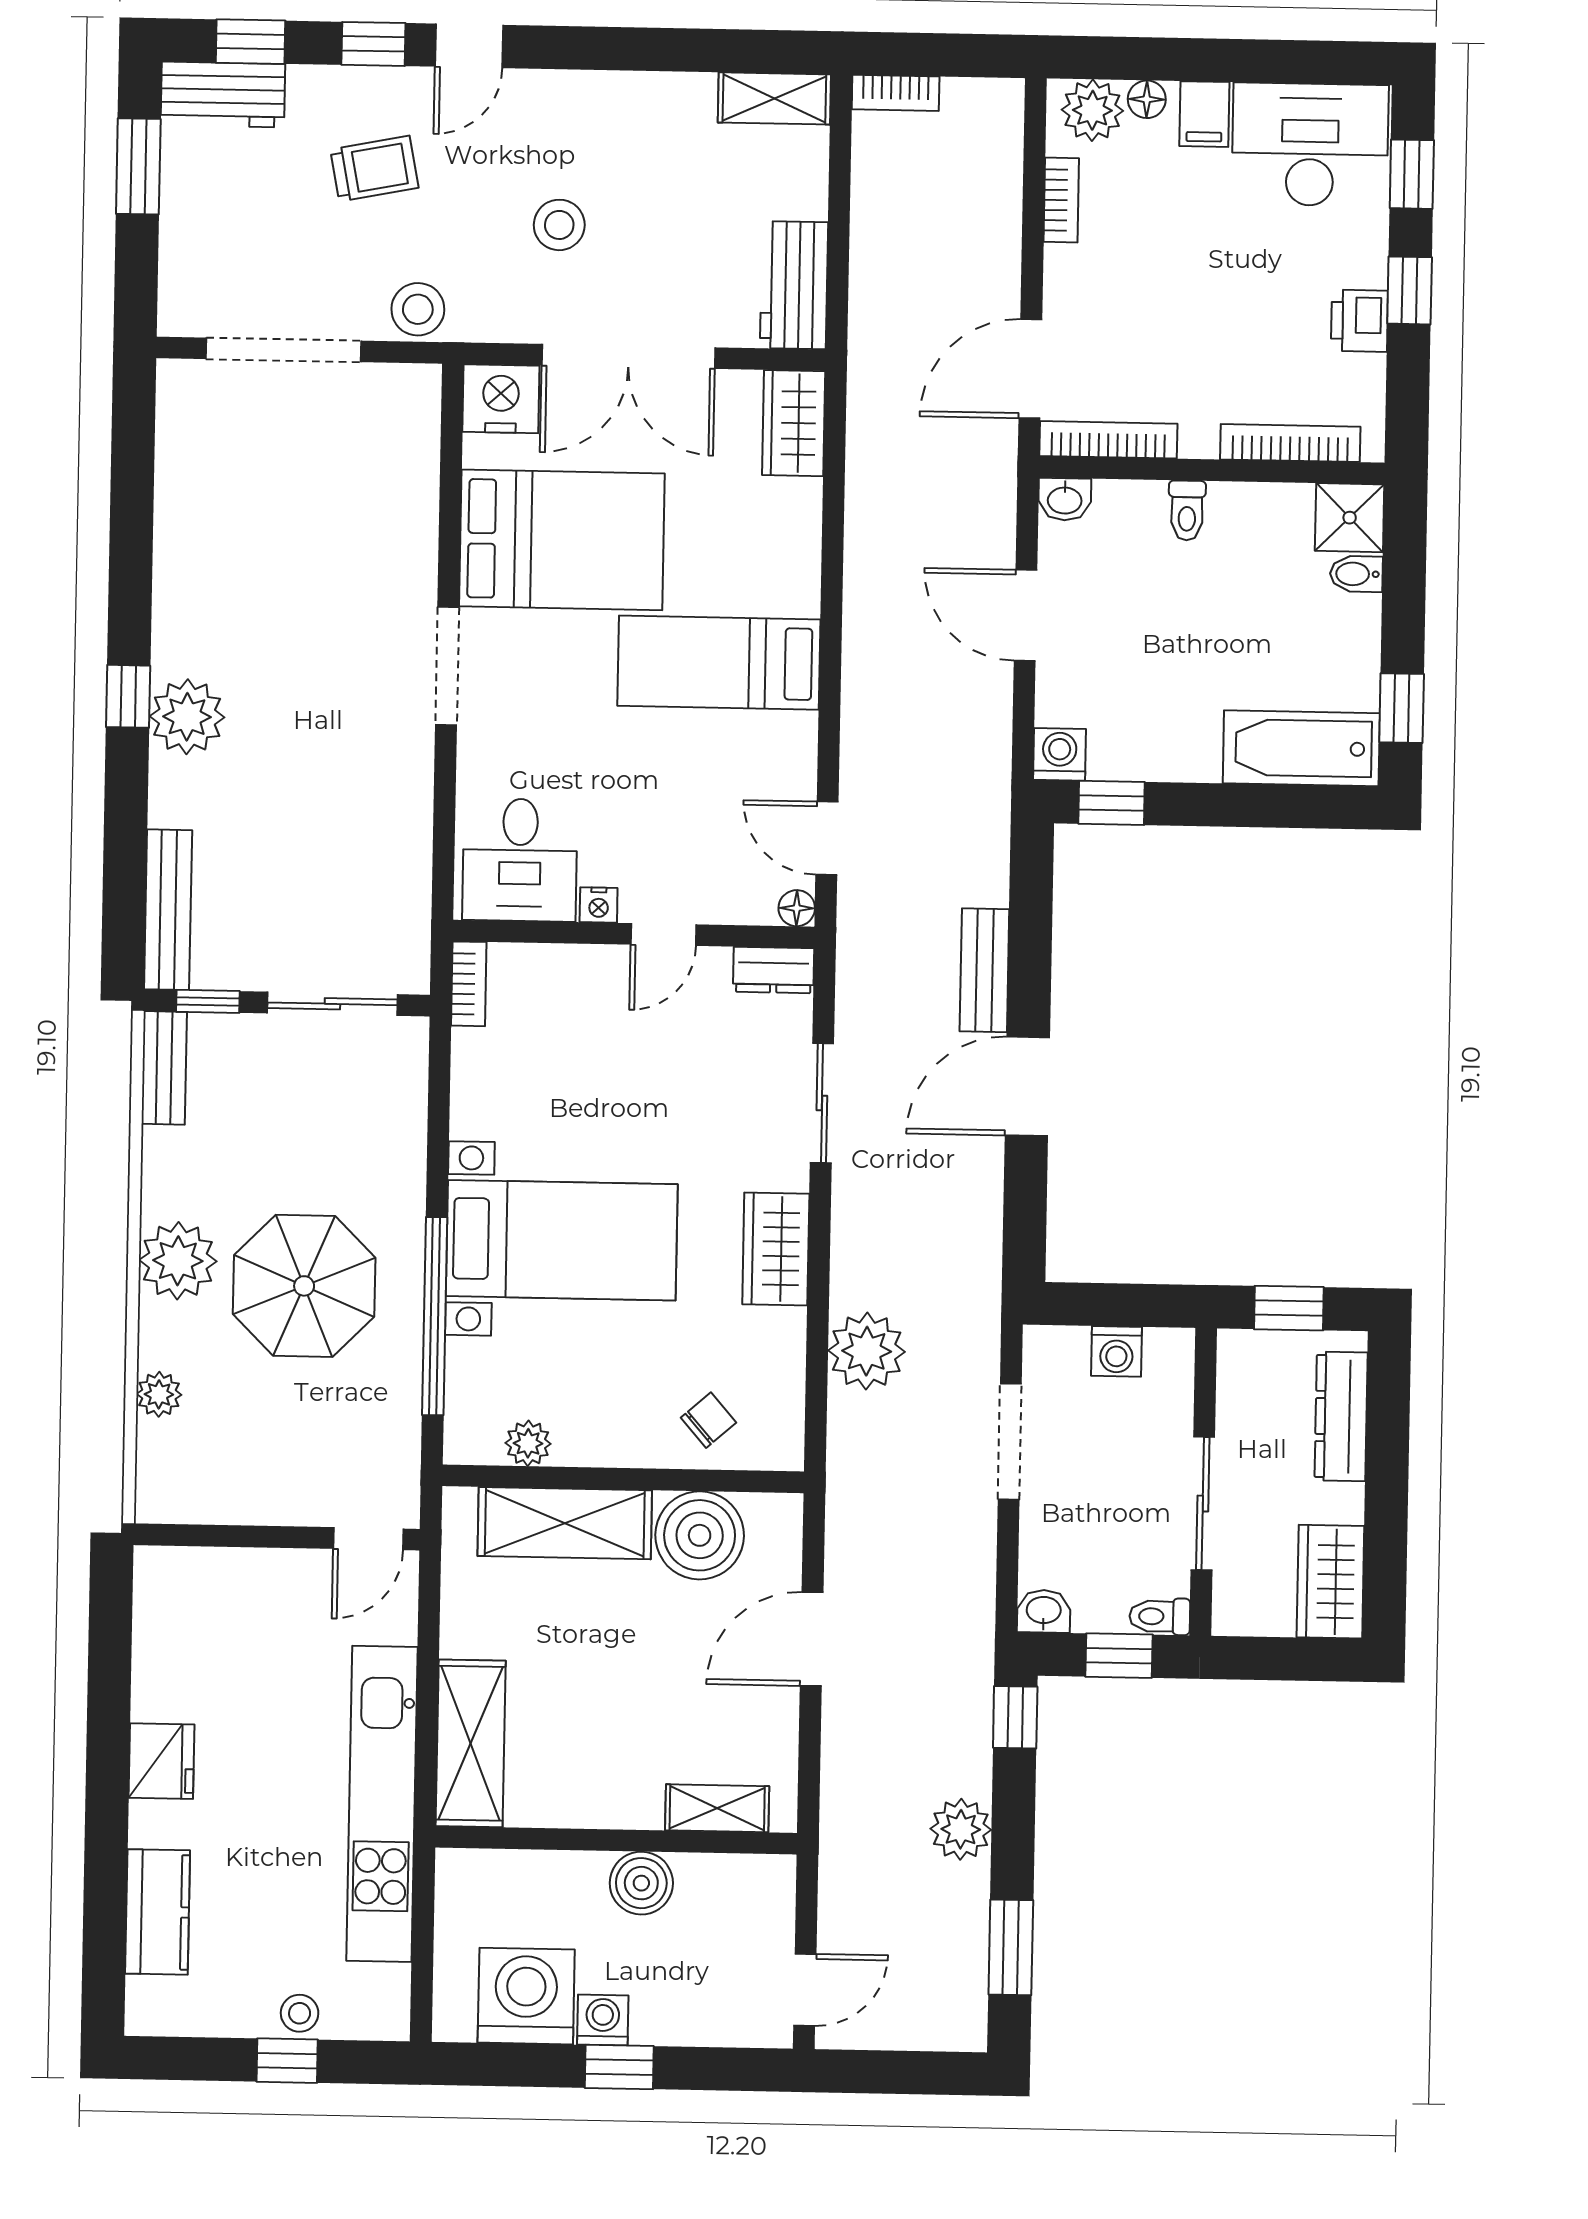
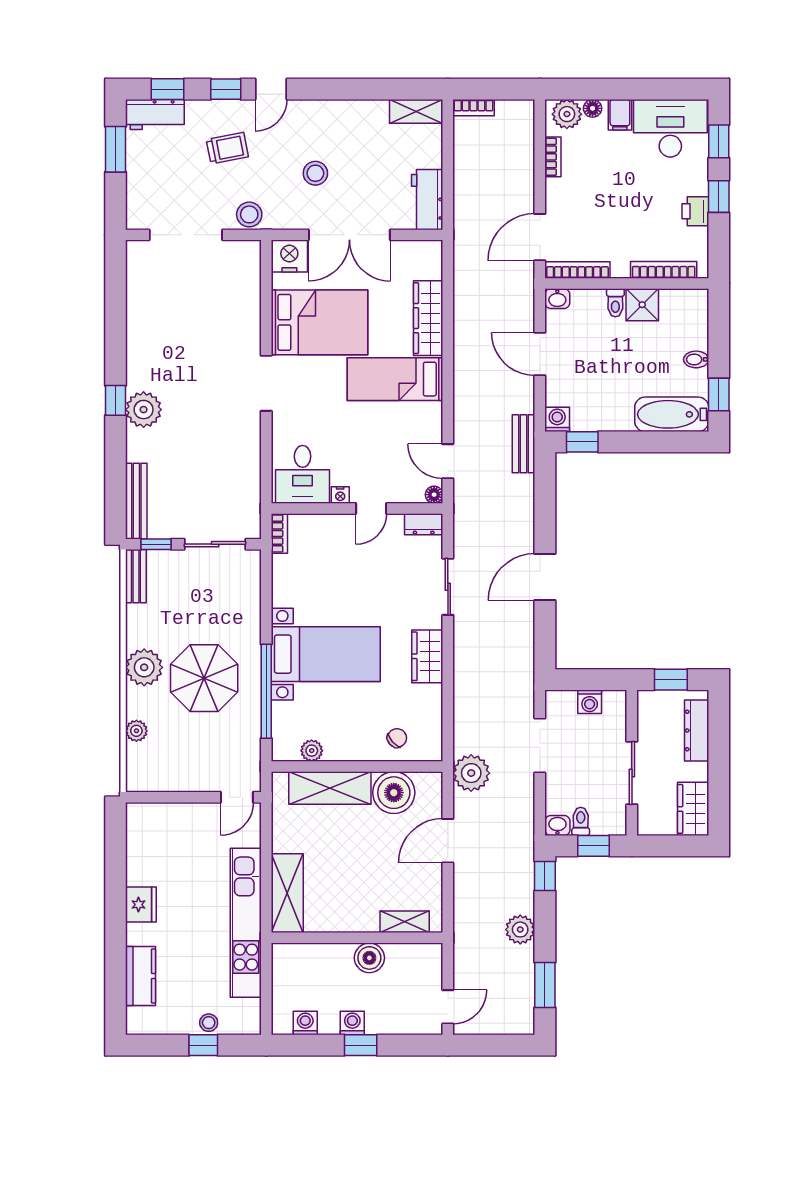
wardrobe: (794, 423) -> (428, 318), moved, width x1.50
shower: (1350, 518) -> (642, 305), moved
bidet: (1356, 574) -> (696, 359), moved
bench: (984, 970) -> (524, 444), moved
plant: (867, 1351) -> (471, 773), moved
toilet: (1160, 1616) -> (581, 821), moved, turned 90
washing machine: (526, 1996) -> (305, 1023), width x0.53, depth x0.53

